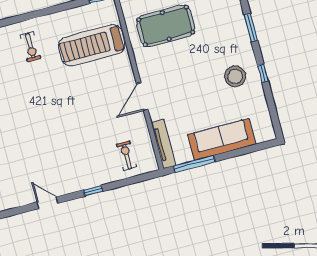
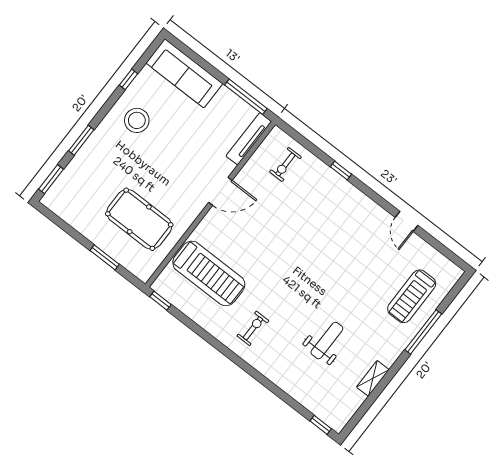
window: (263, 73) -> (128, 79), moved
sofa: (222, 139) -> (184, 73), moved
door: (47, 203) -> (406, 221), moved

